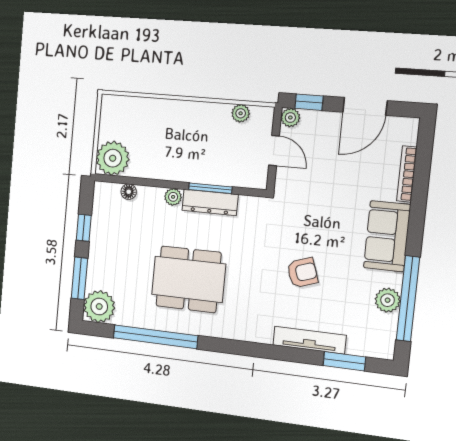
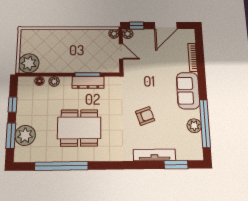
plant: (241, 113) -> (114, 34), moved
plant: (173, 197) -> (54, 81), moved
plant: (99, 307) -> (25, 135), moved

